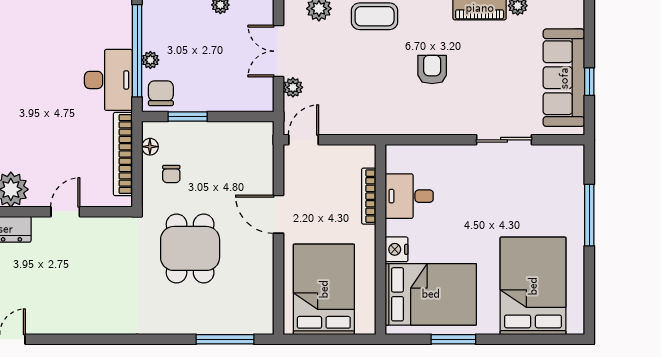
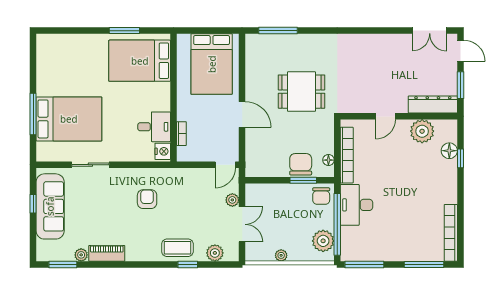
plant: (150, 60) -> (323, 241), moved, width x1.88, depth x1.88
armchair: (432, 70) -> (147, 199), moved, turned 180
chair: (171, 174) -> (301, 164), moved, width x1.87, depth x1.87
bookcase: (369, 196) -> (181, 134), width x0.64
dining table: (190, 248) -> (302, 92), turned 90
nightstand: (397, 249) -> (163, 151), moved
bed: (533, 286) -> (69, 119), moved, turned -90

